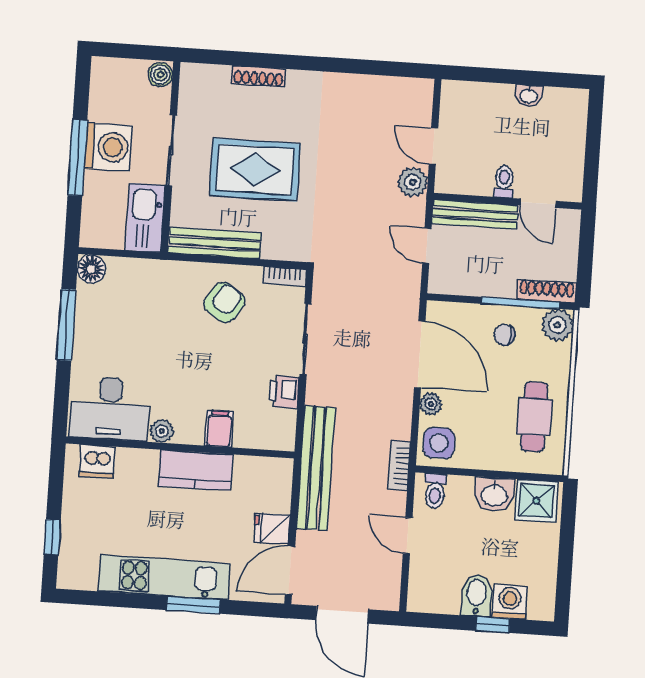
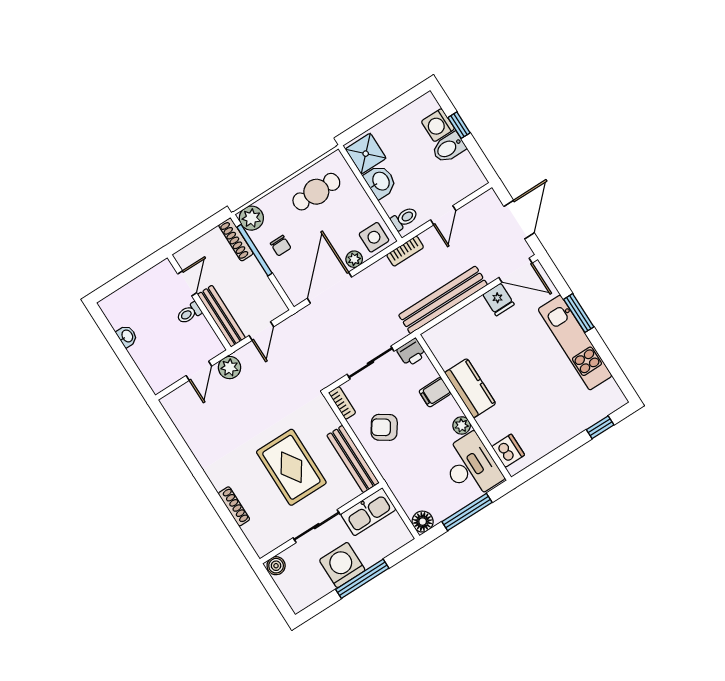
desk: (110, 409) -> (471, 466), moved
filing cabinet: (219, 429) -> (435, 392), moved
plant: (162, 431) -> (462, 425), moved
wall: (180, 447) -> (463, 407), moved
dishwasher: (97, 461) -> (508, 451), moved
kitchen counter: (195, 470) -> (470, 388), moved

